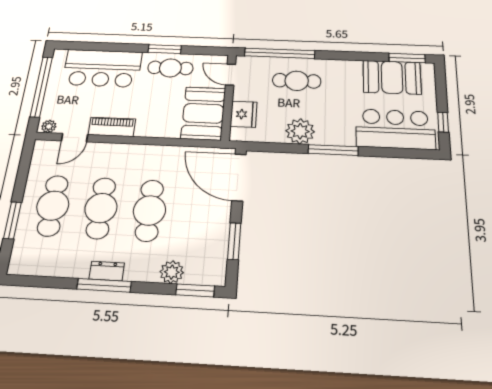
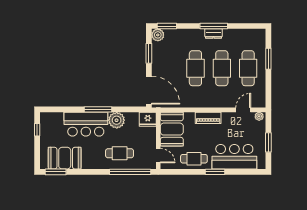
window: (165, 49) -> (215, 172), moved
window: (41, 87) -> (268, 142), width x0.47
fridge: (244, 114) -> (148, 119), moved, turned -90
piano: (112, 127) -> (208, 118), moved
bar counter: (395, 129) -> (86, 124), moved
plant: (172, 272) -> (158, 35), moved

